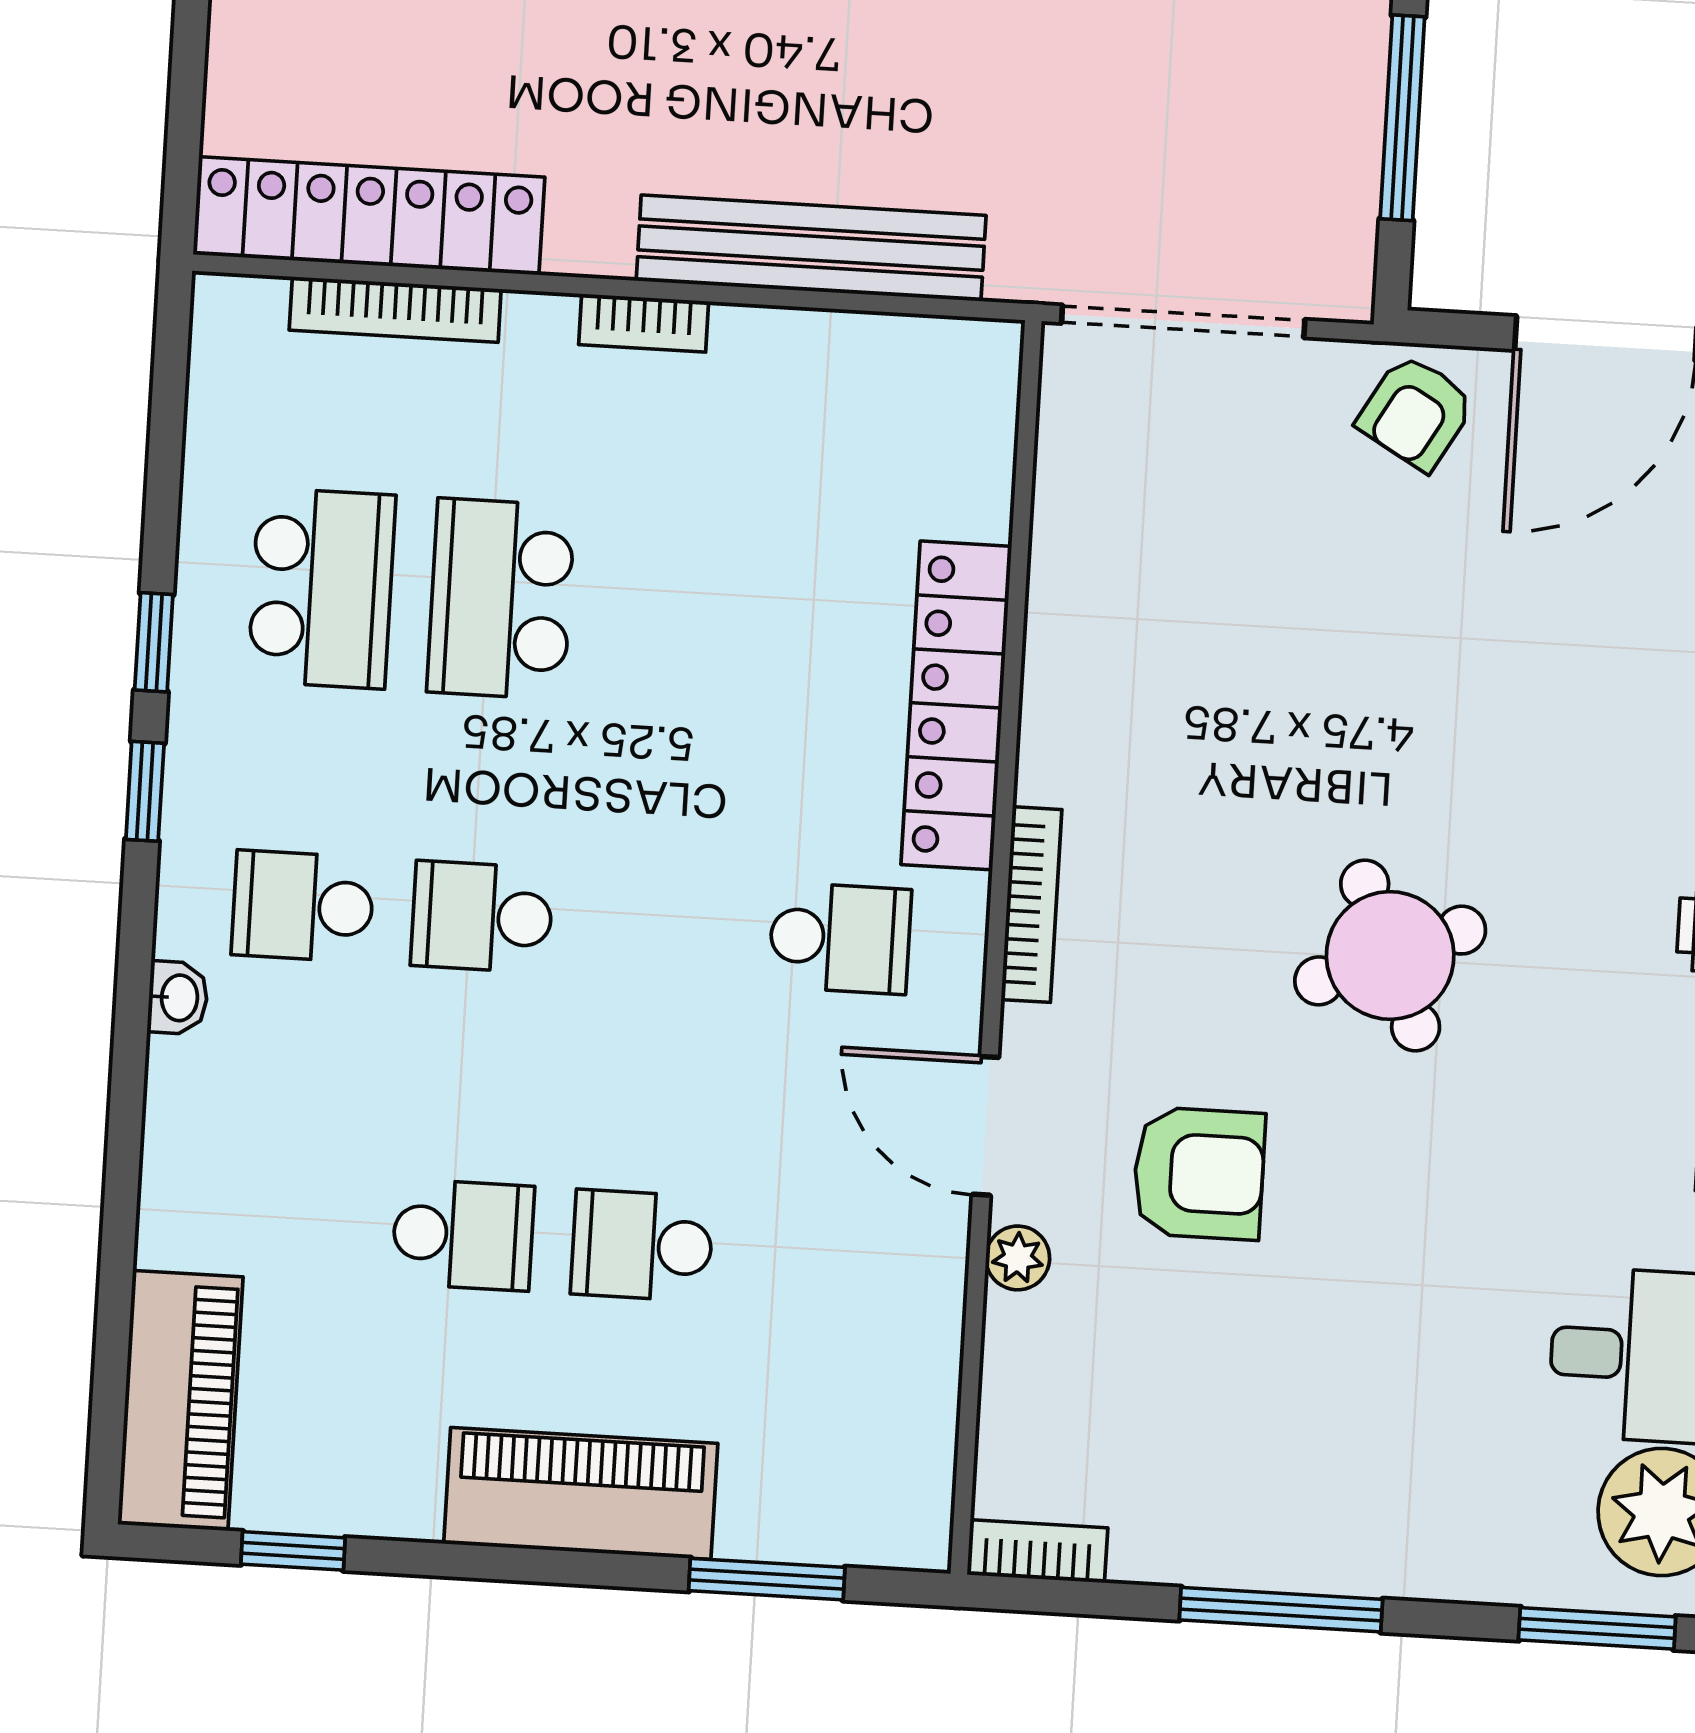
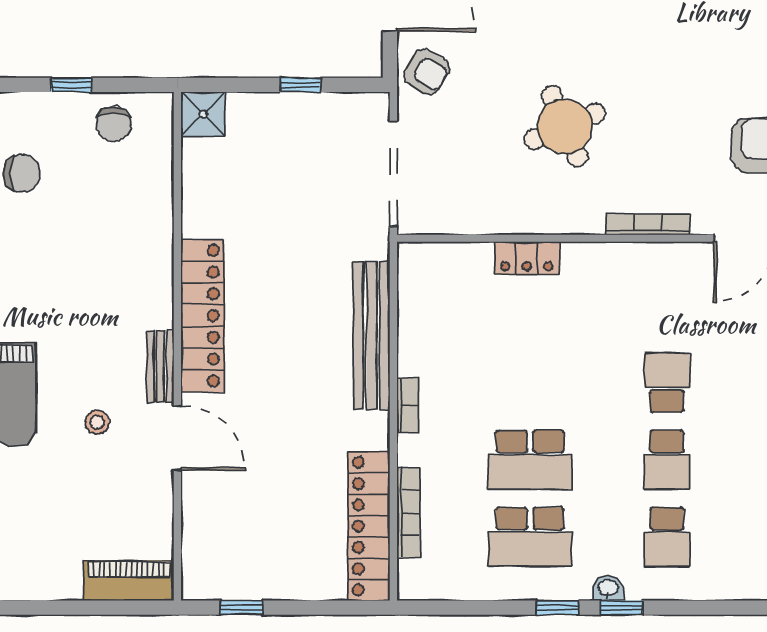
window: (1402, 118) -> (300, 85), width x0.46
school desk: (322, 588) -> (530, 537), turned 180
locker: (956, 705) -> (527, 258), width x0.46, depth x0.83
school desk: (840, 938) -> (667, 383), moved
round table: (1390, 955) -> (565, 126), moved
washbasin: (178, 998) -> (608, 588), moved

